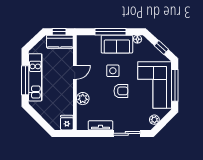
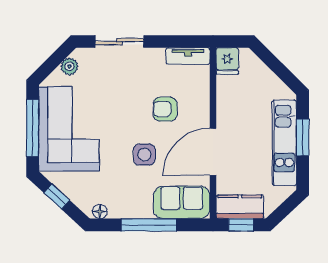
sofa: (117, 44) -> (182, 202), moved
door: (75, 72) -> (213, 152), width x1.87
window: (25, 80) -> (303, 137), width x0.69
armchair: (121, 91) -> (165, 109), moved
plant: (83, 99) -> (199, 104), removed
tv unit: (101, 125) -> (188, 56), moved

